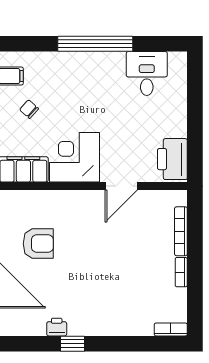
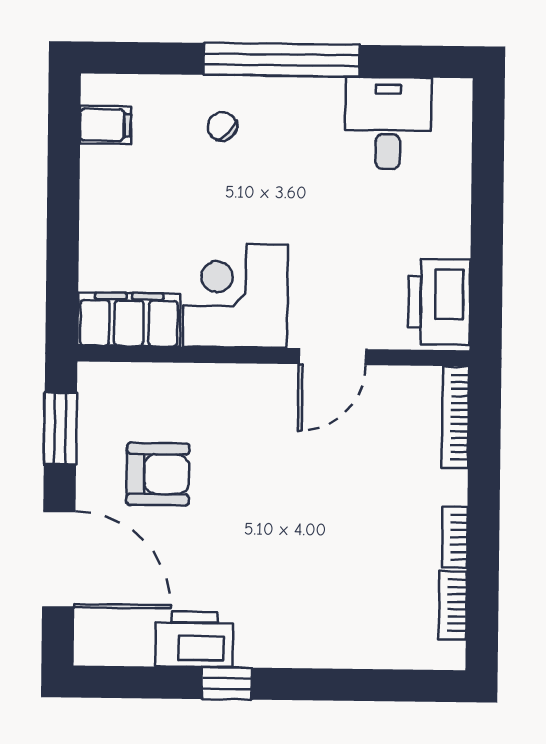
chair: (29, 109) -> (222, 126), moved
bookcase: (181, 231) -> (456, 417), moved
printer: (57, 327) -> (194, 639), width x1.87, depth x1.48
bookcase: (171, 329) -> (453, 605), moved, turned -90

